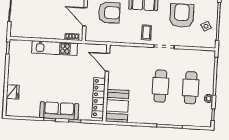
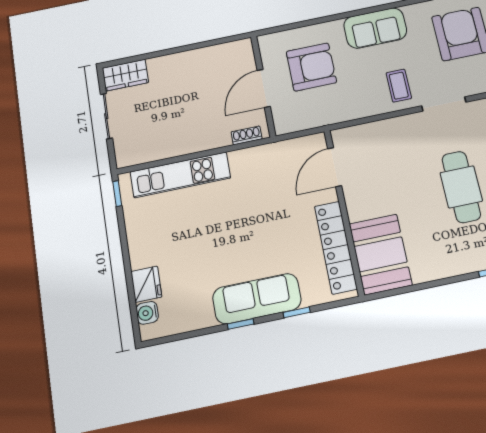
door: (85, 17) -> (264, 88), hinge flipped
kitchen unit: (55, 48) -> (180, 175), moved
door: (108, 62) -> (335, 167), hinge flipped
water cooler: (11, 104) -> (147, 313), added

